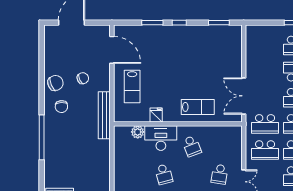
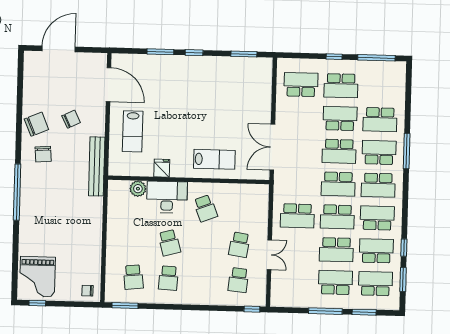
school desk: (265, 124) -> (301, 85), moved, turned 180

